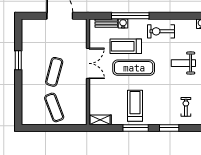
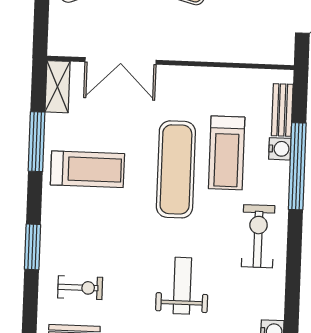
treadmill: (126, 46) -> (227, 153), turned 180
double door: (88, 63) -> (121, 61), moved
window: (136, 128) -> (37, 142), moved

